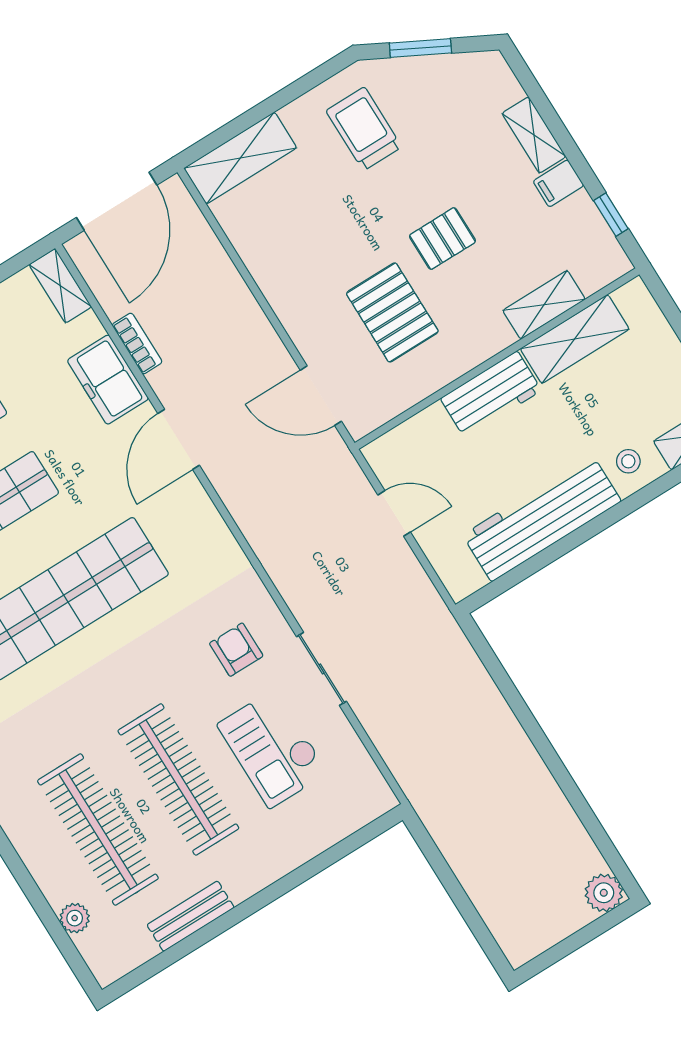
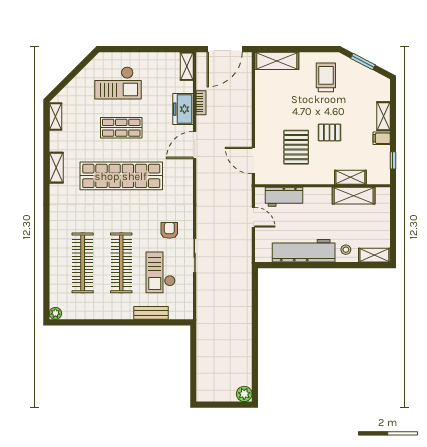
workbench: (491, 394) -> (284, 197), moved
bench: (191, 916) -> (151, 313), moved
plant: (75, 918) -> (55, 313), moved

